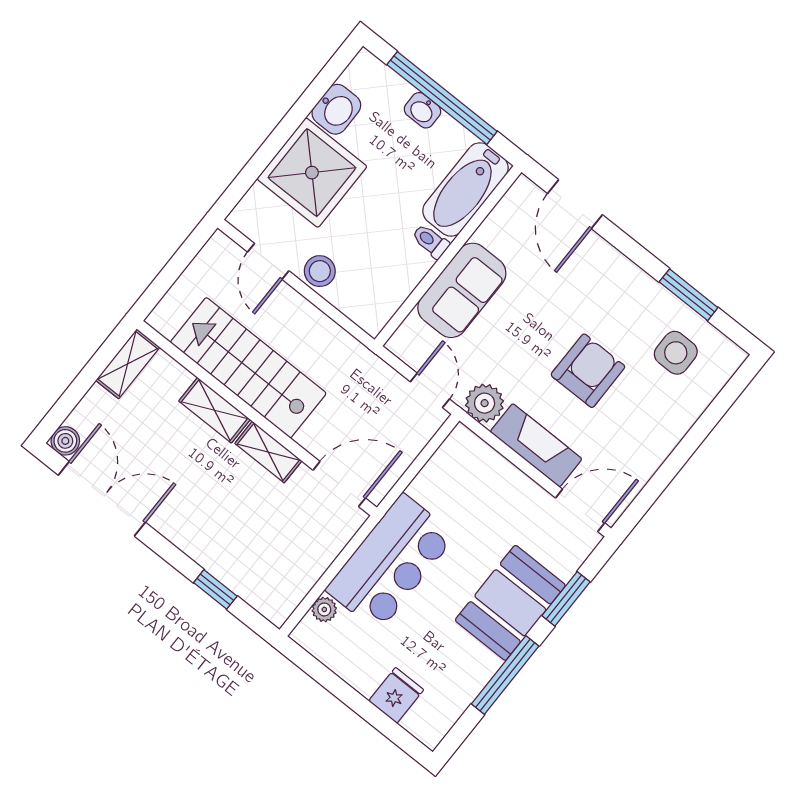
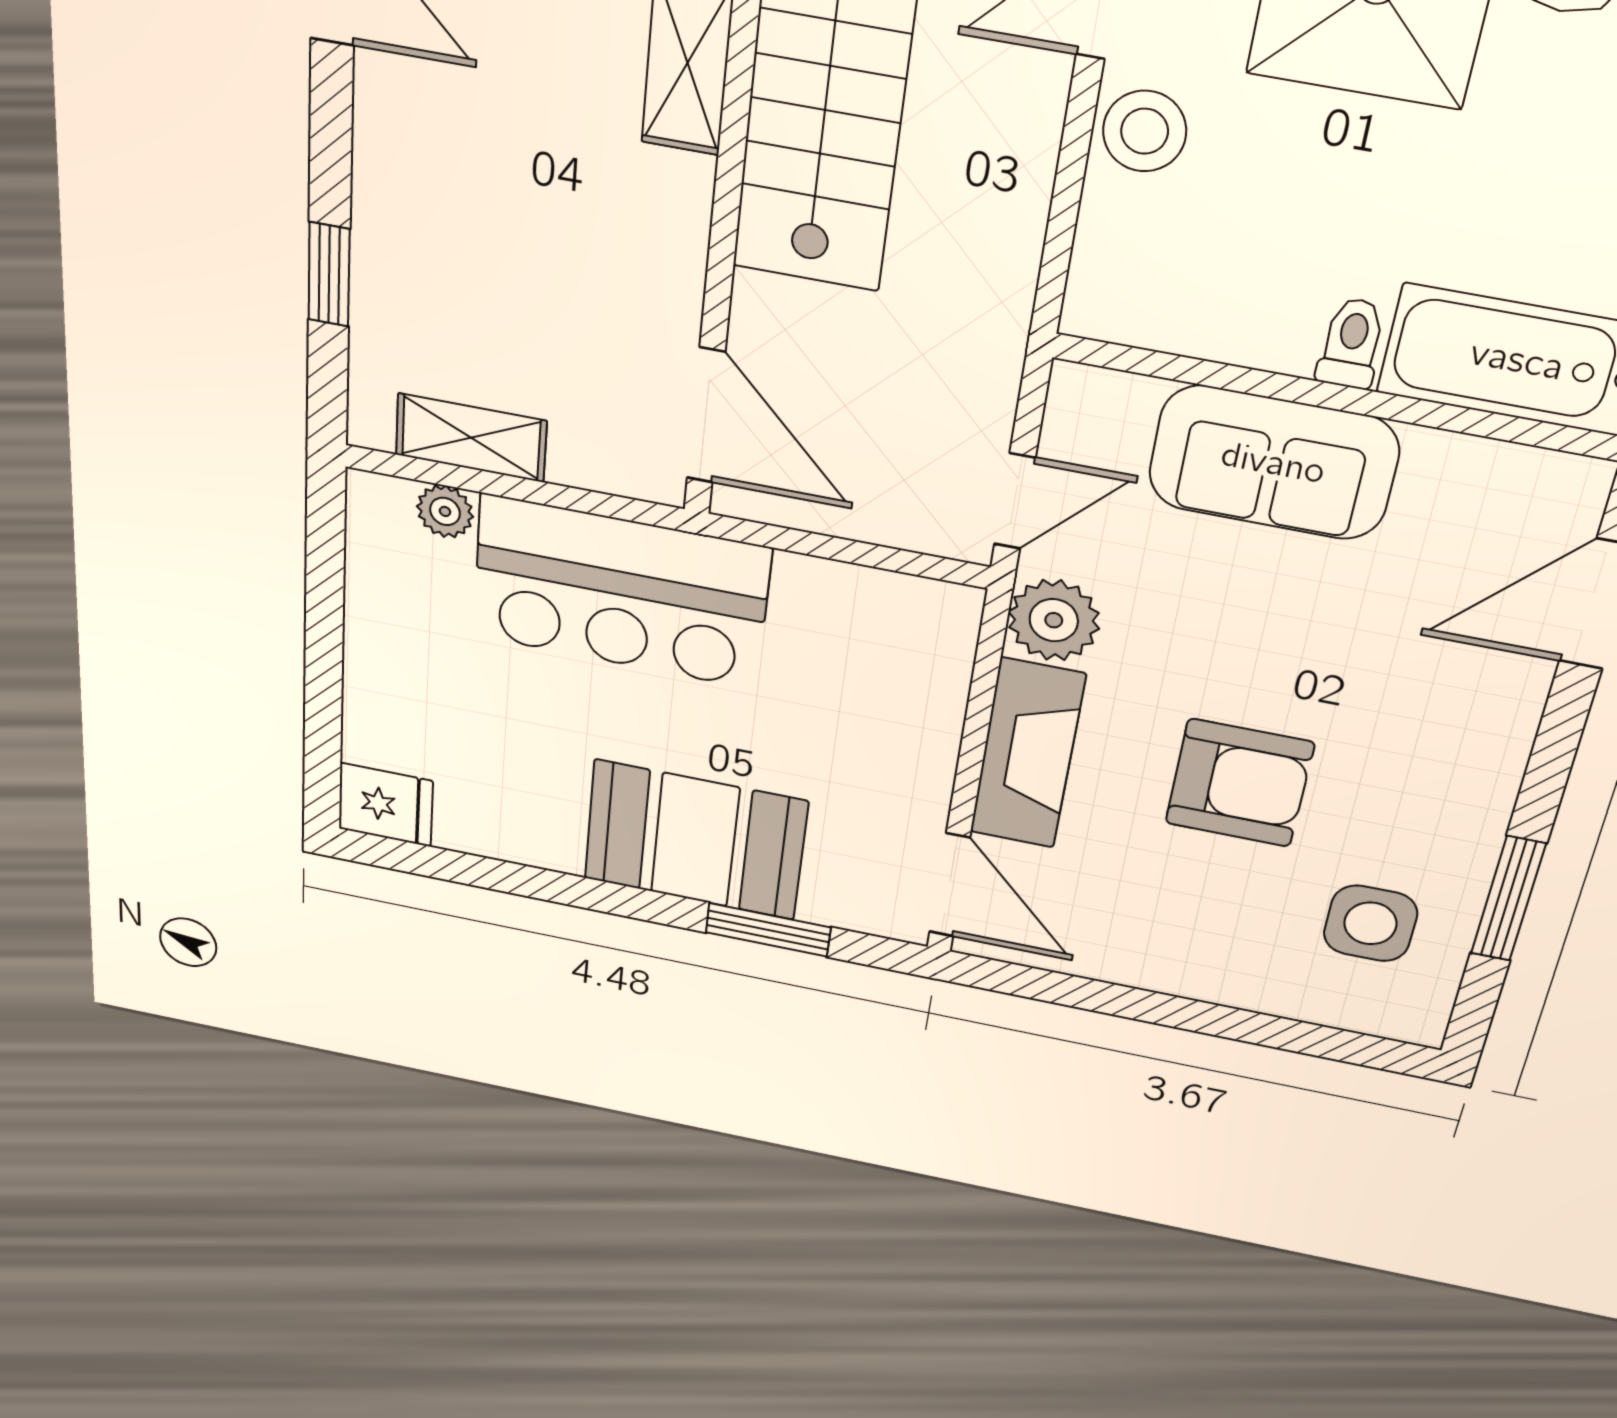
shelving: (268, 452) -> (471, 438), moved, turned 90
window: (505, 675) -> (561, 888), removed
fridge: (396, 695) -> (386, 805), moved

